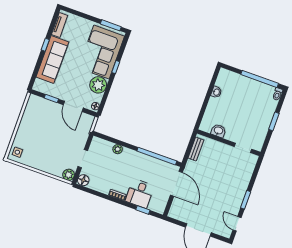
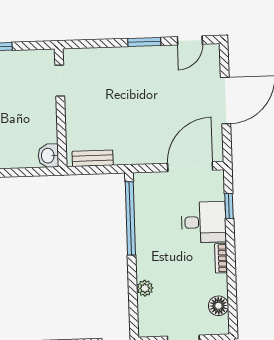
washbasin: (218, 131) -> (48, 156), moved
floor lamp: (83, 180) -> (218, 306), moved
door: (176, 184) -> (190, 167), moved

